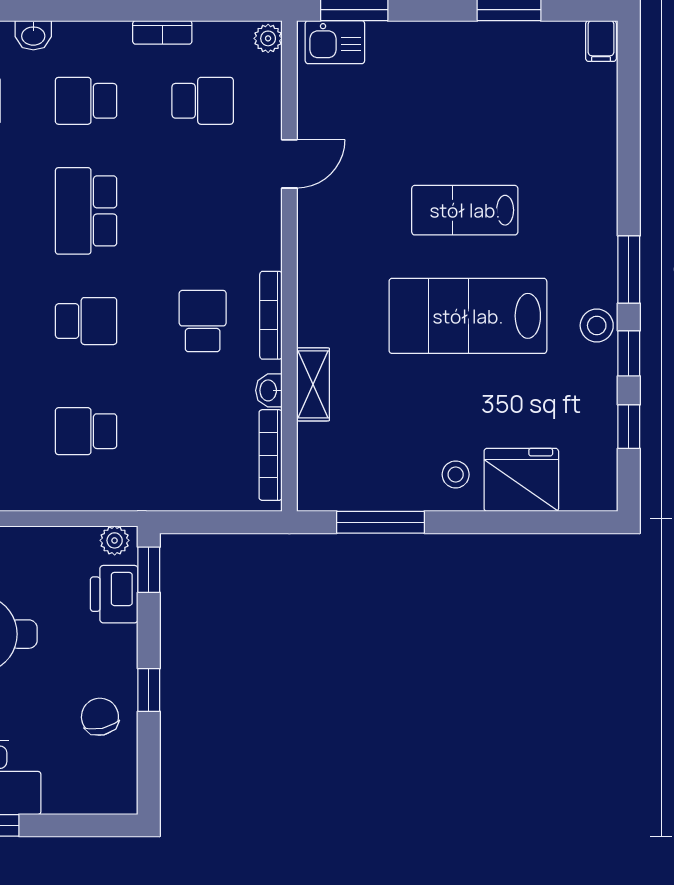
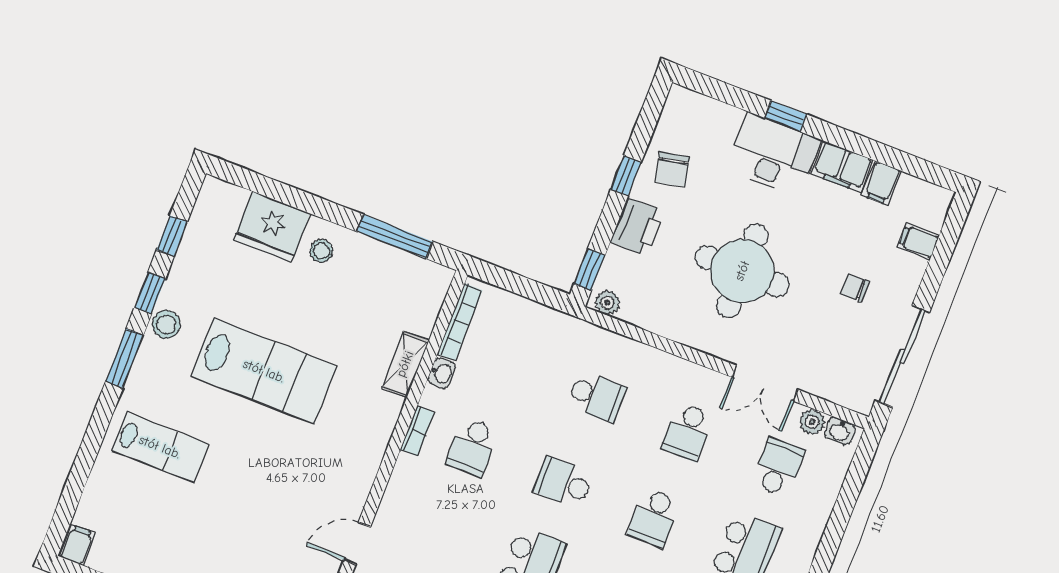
lab bench: (465, 210) -> (160, 447), moved
bookcase: (271, 315) -> (417, 431), width x0.64
printer: (114, 594) -> (637, 227), moved

